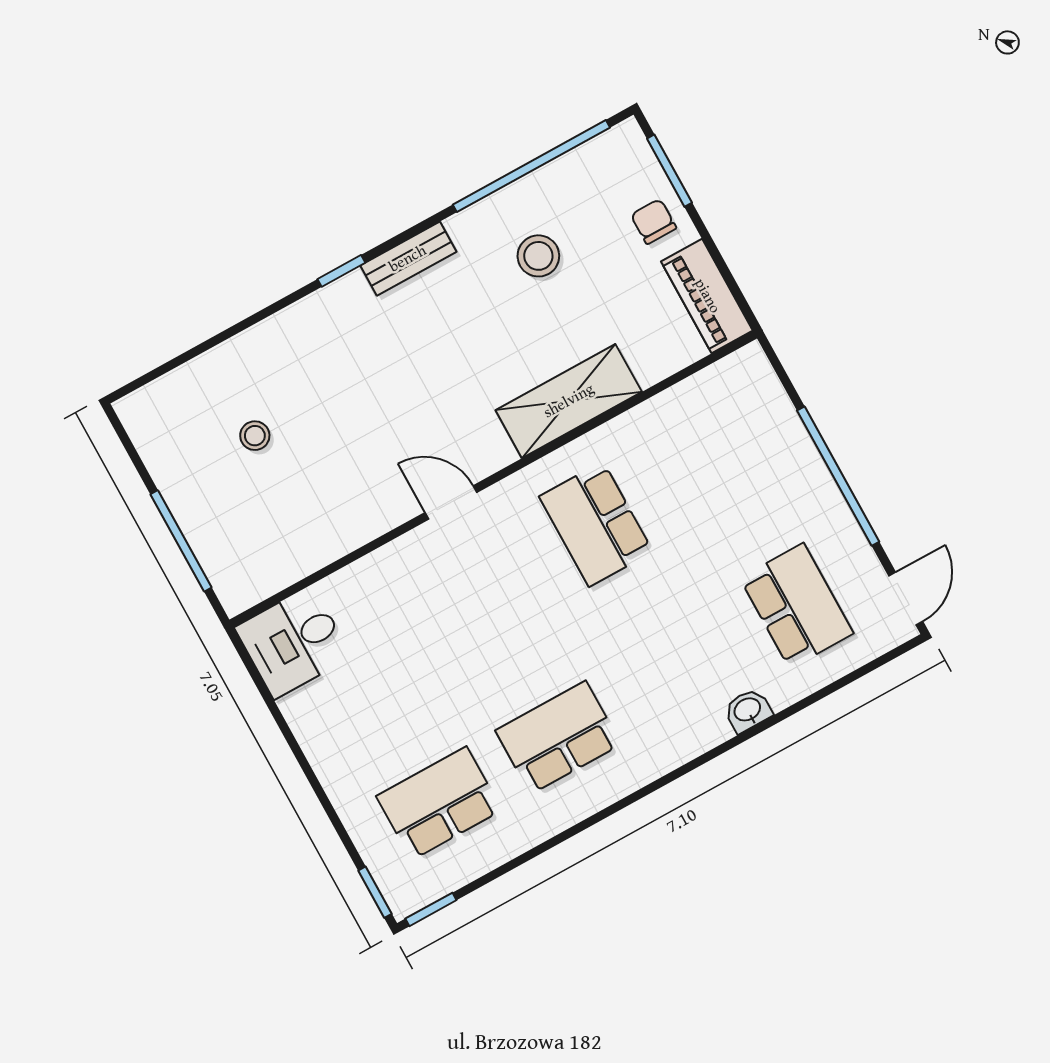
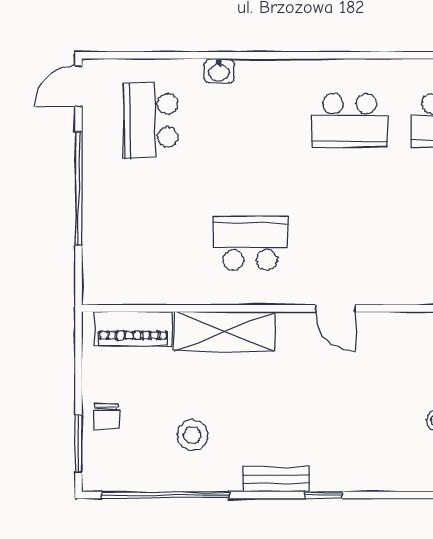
piano: (707, 296) -> (133, 329), moved, turned 90
school desk: (596, 524) -> (250, 243), turned -90

